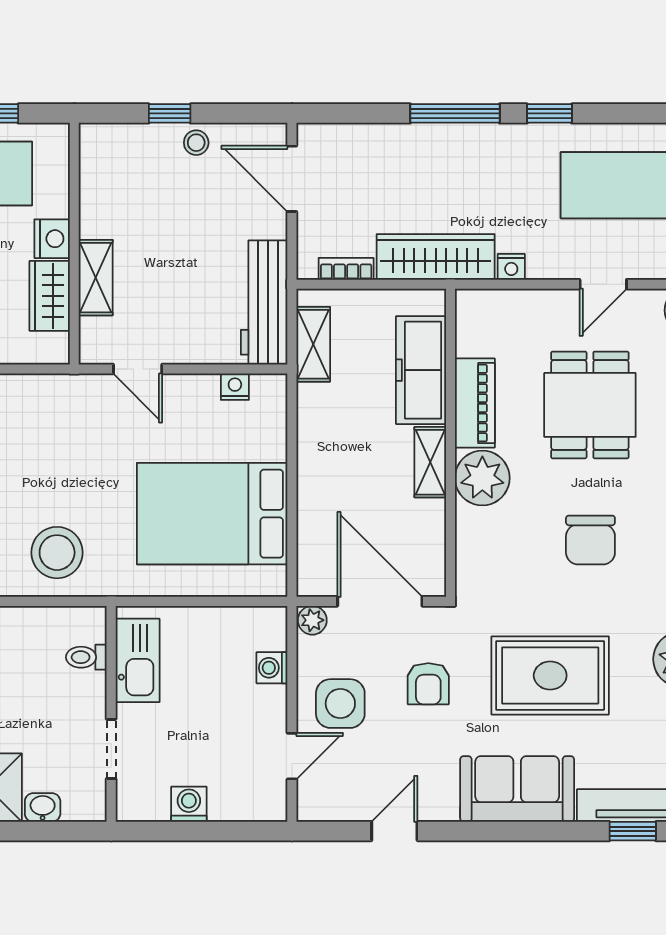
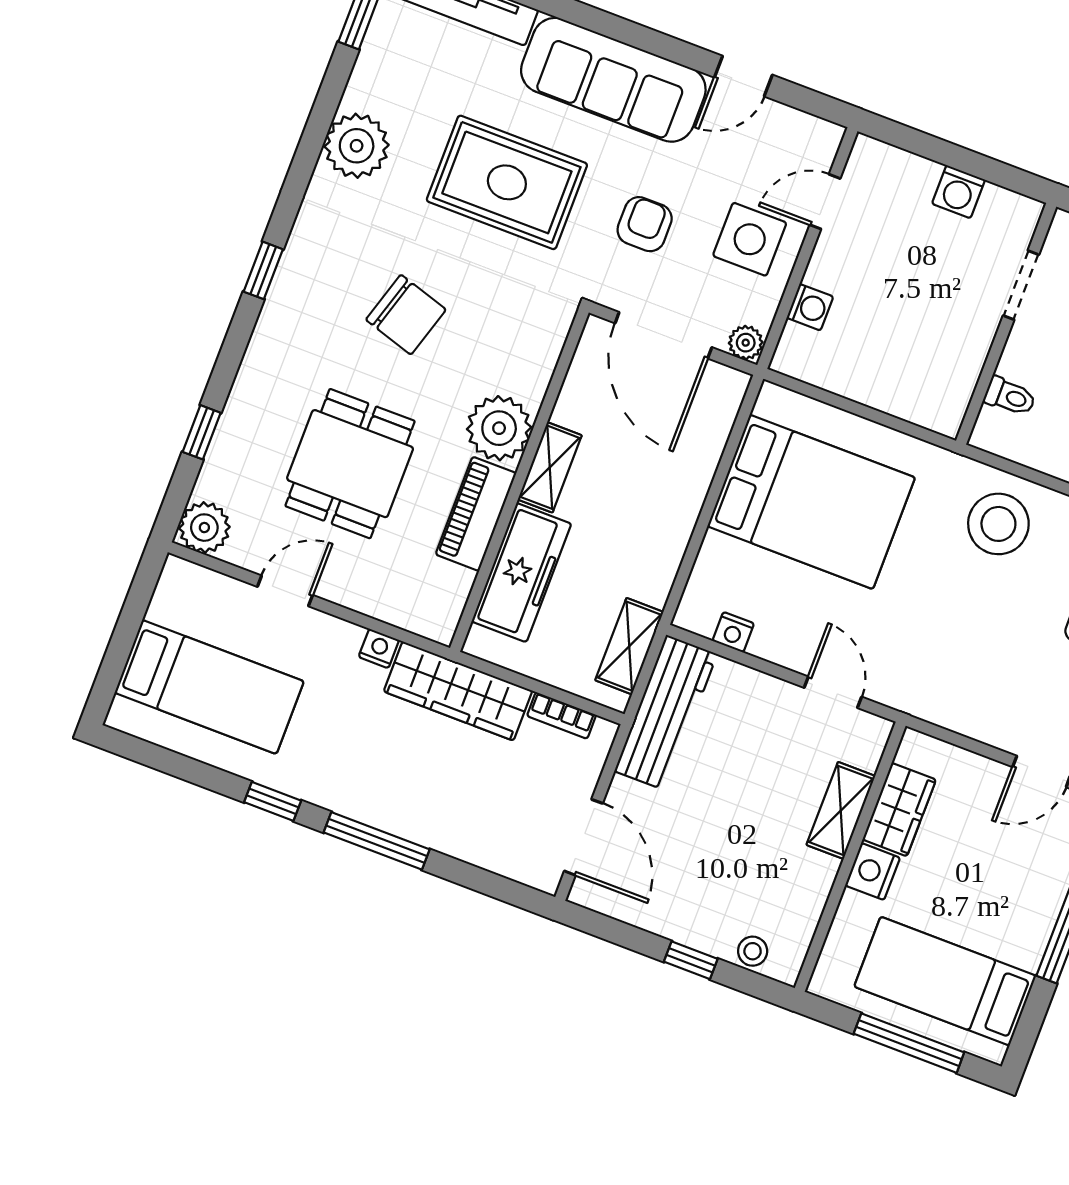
stool: (196, 143) -> (753, 951), moved
chair: (590, 540) -> (406, 315), turned 107
kitchen sink: (138, 660) -> (955, 371), removed
sofa: (517, 789) -> (613, 80), width x1.36

